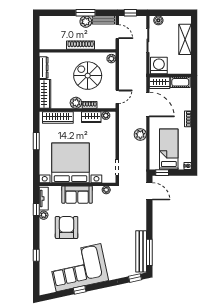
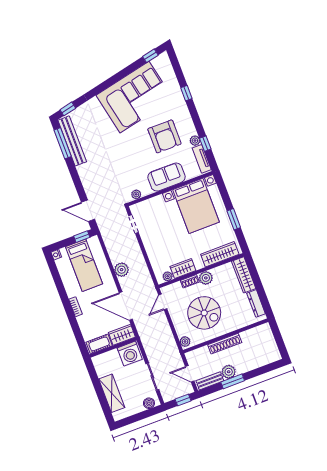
bed with nightstands: (71, 163) -> (196, 206), width x0.73
window: (80, 290) -> (150, 56), moved

